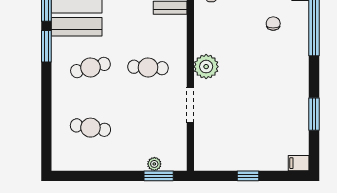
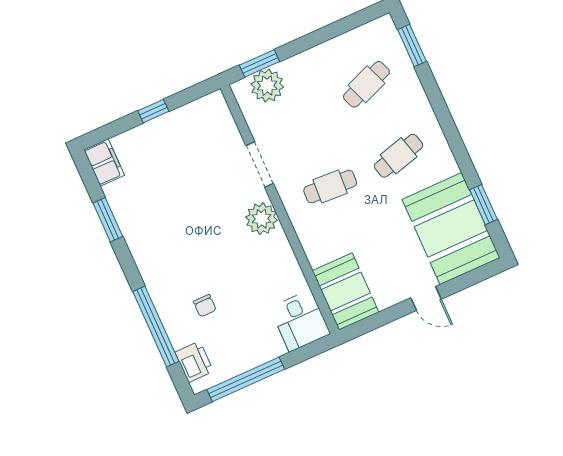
window: (46, 46) -> (412, 45), moved
cafe table: (90, 128) -> (366, 84), turned -30
filing cabinet: (299, 163) -> (104, 163), width x2.00
plant: (154, 164) -> (267, 86), width x1.87, depth x1.87

